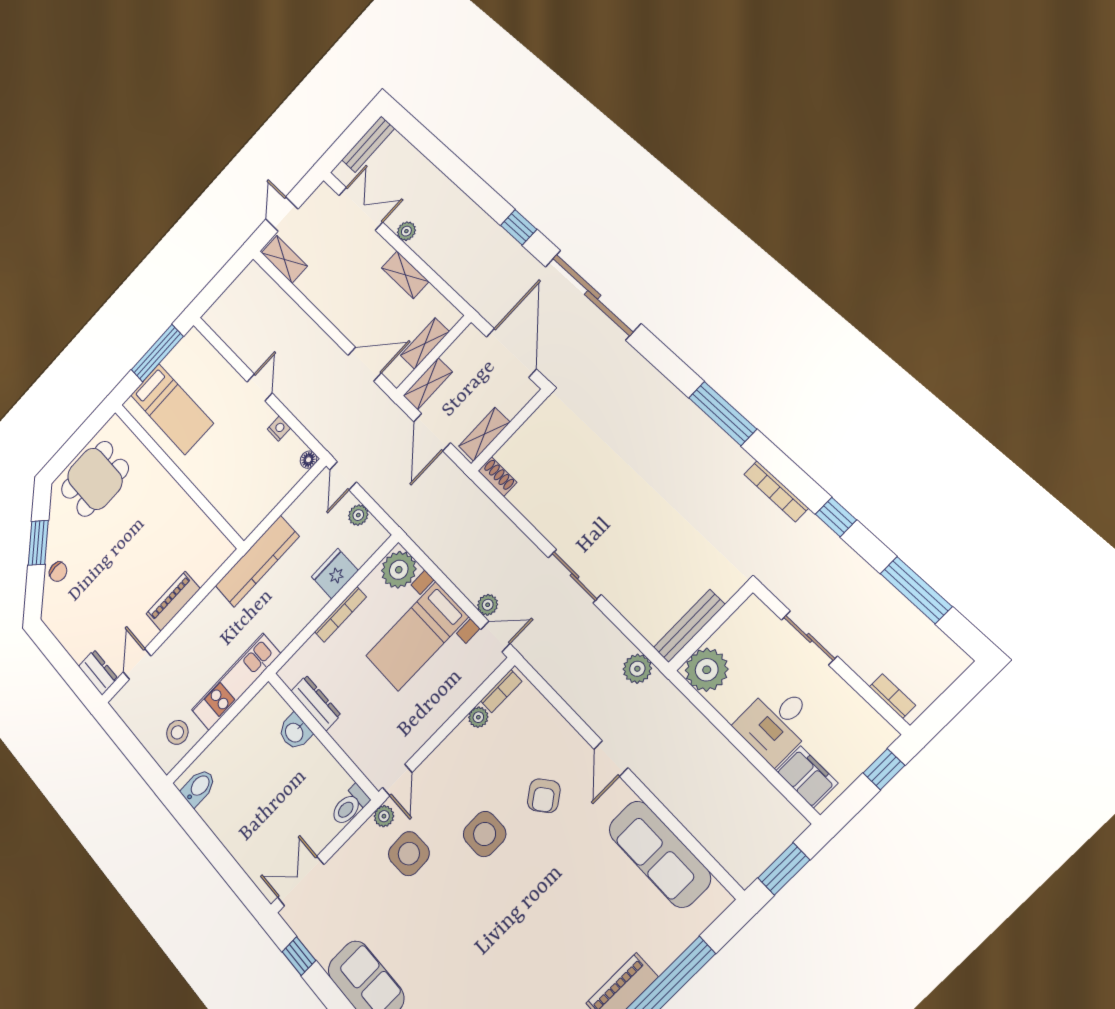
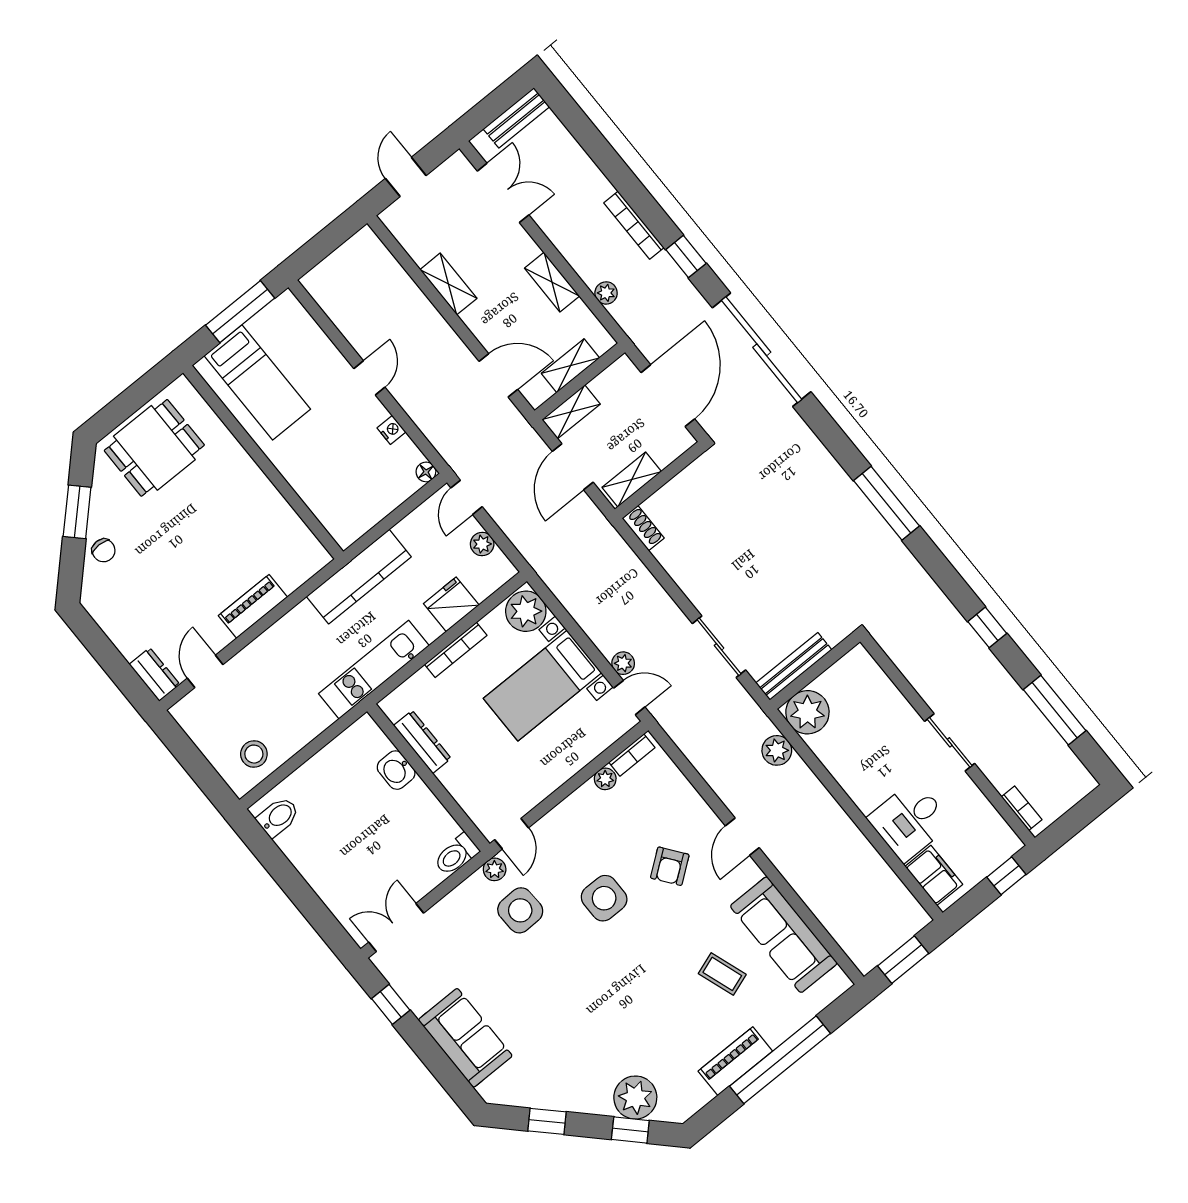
plant: (406, 231) -> (606, 293), moved
shelving: (284, 259) -> (448, 284), moved
bookcase: (776, 491) -> (634, 225), moved
bench: (689, 626) -> (794, 666), moved
wall: (711, 628) -> (815, 671), moved
plant: (707, 670) -> (807, 712), moved
kitchen unit: (236, 682) -> (374, 670), moved
coffee table: (602, 900) -> (722, 974), added

